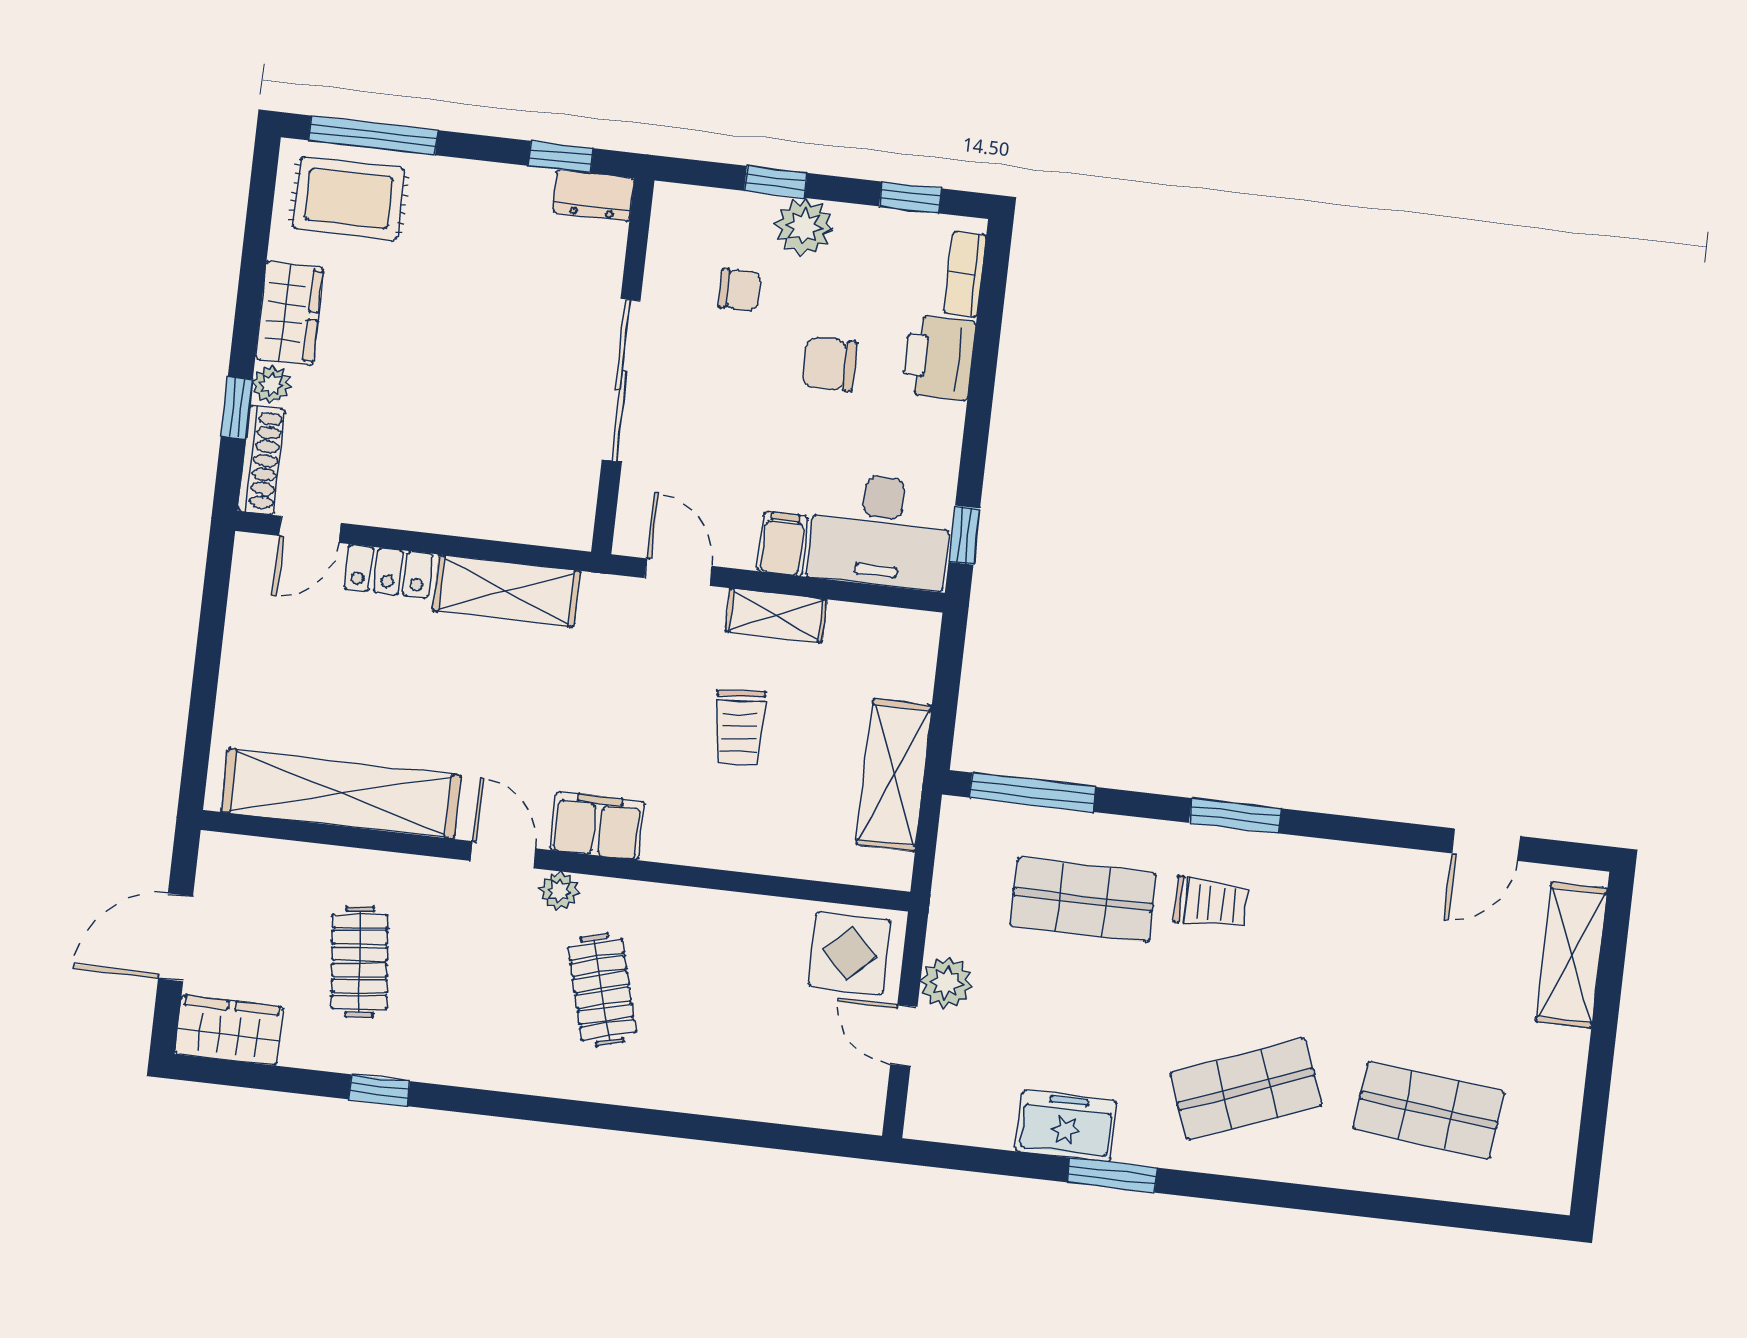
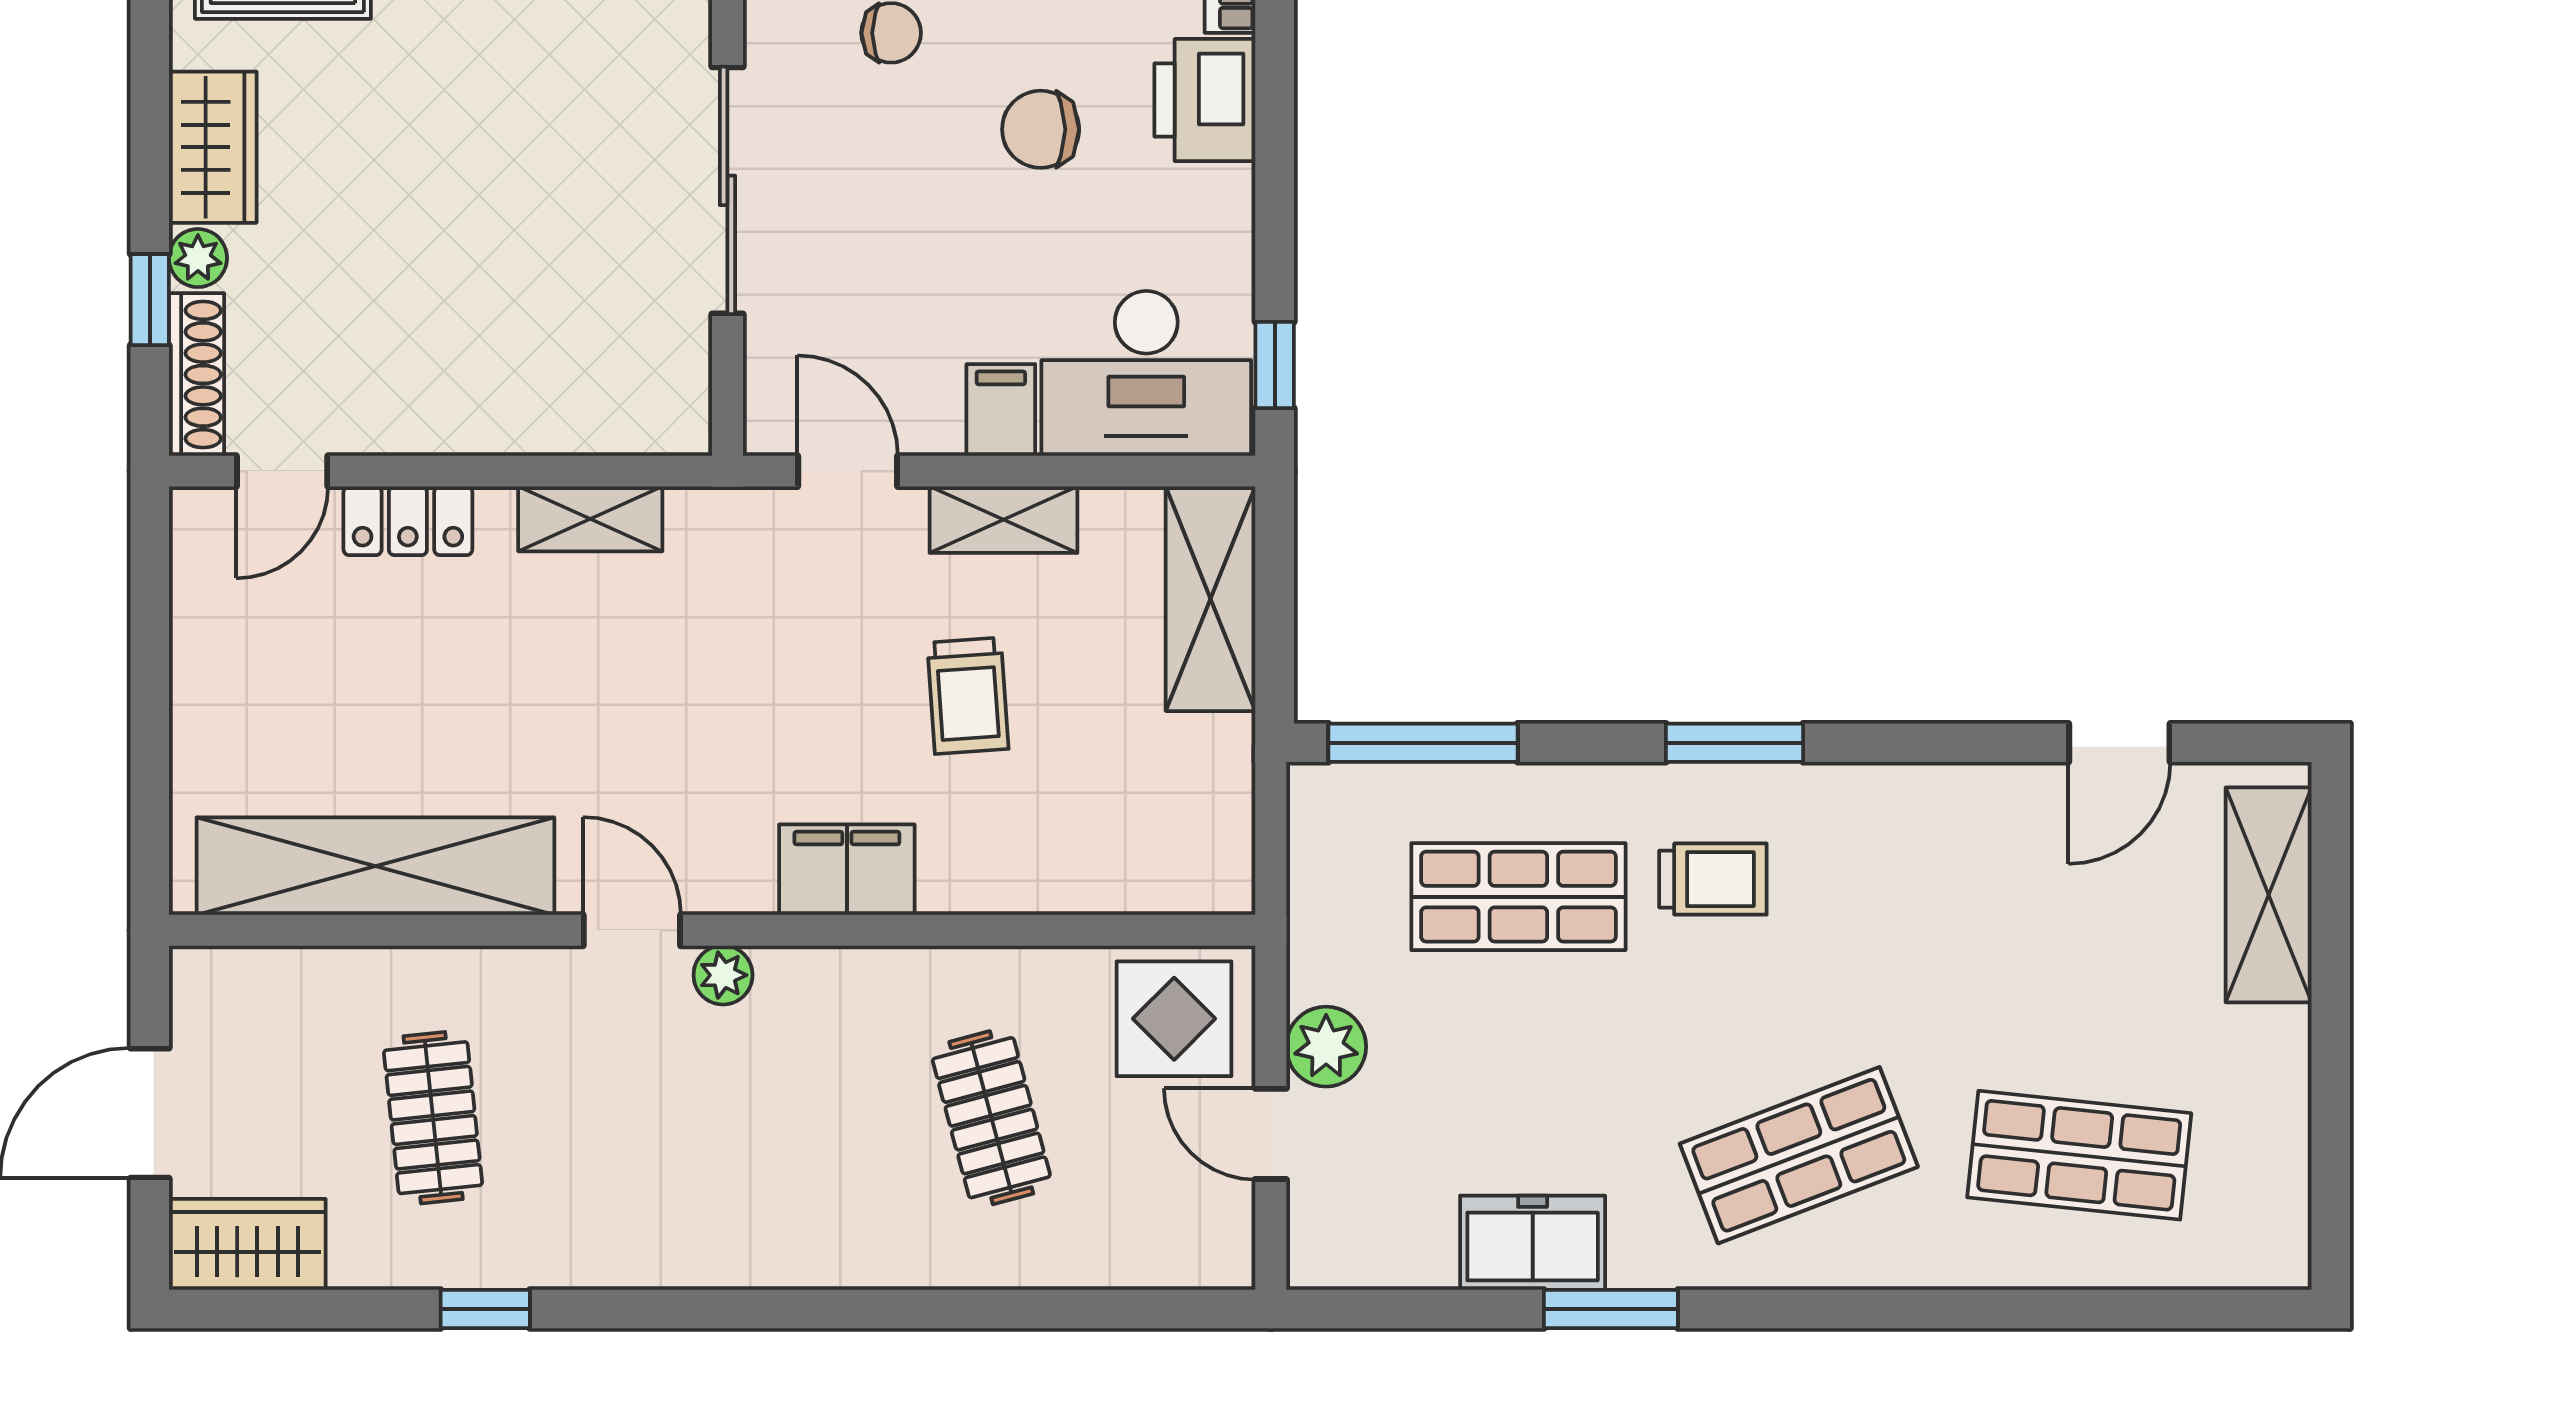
shelving: (506, 591) -> (590, 519), width x0.67, depth x0.75
shelving: (894, 775) -> (1211, 599), moved
filing cabinet: (597, 826) -> (847, 870), moved
clothes rail: (602, 990) -> (991, 1118), moved

